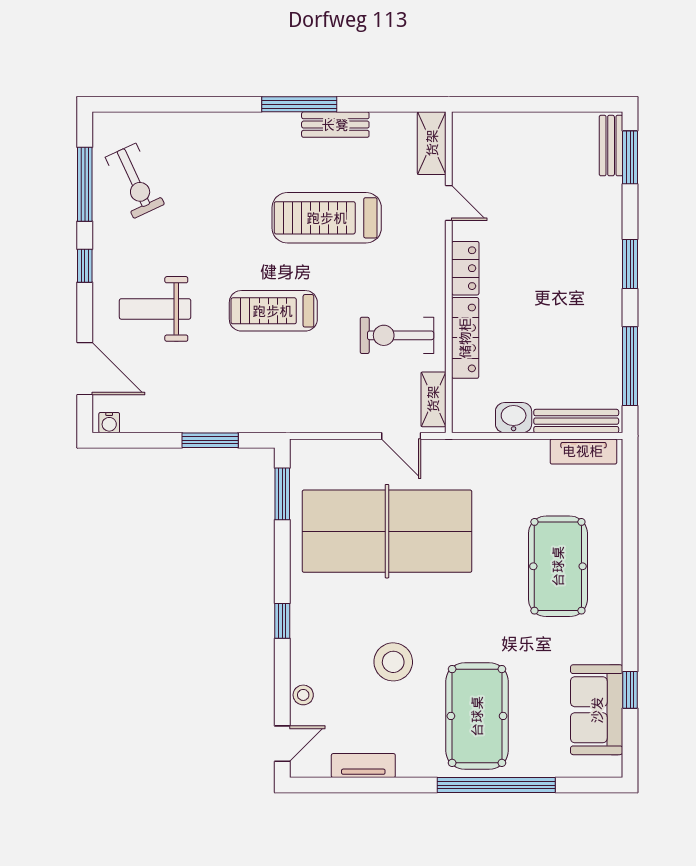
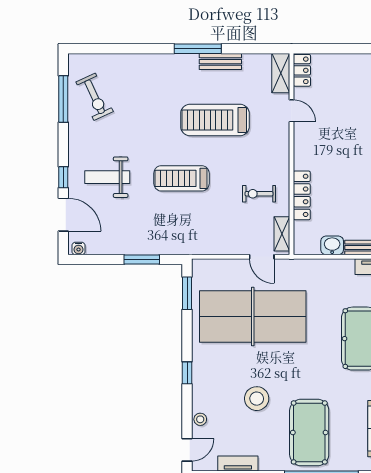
window: (85, 266) -> (63, 177), moved
locker: (465, 268) -> (302, 70), moved
exercise bike: (397, 335) -> (259, 194), width x0.73, depth x0.72

